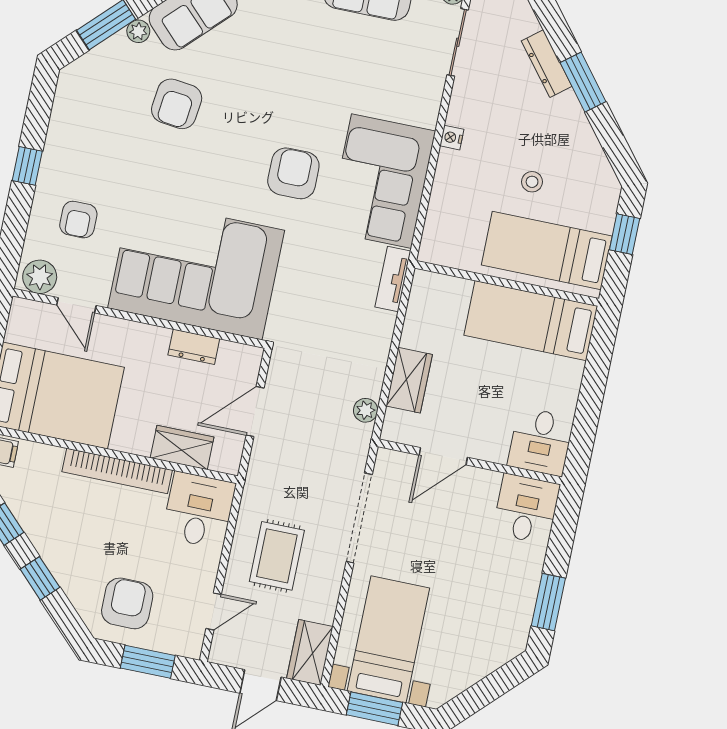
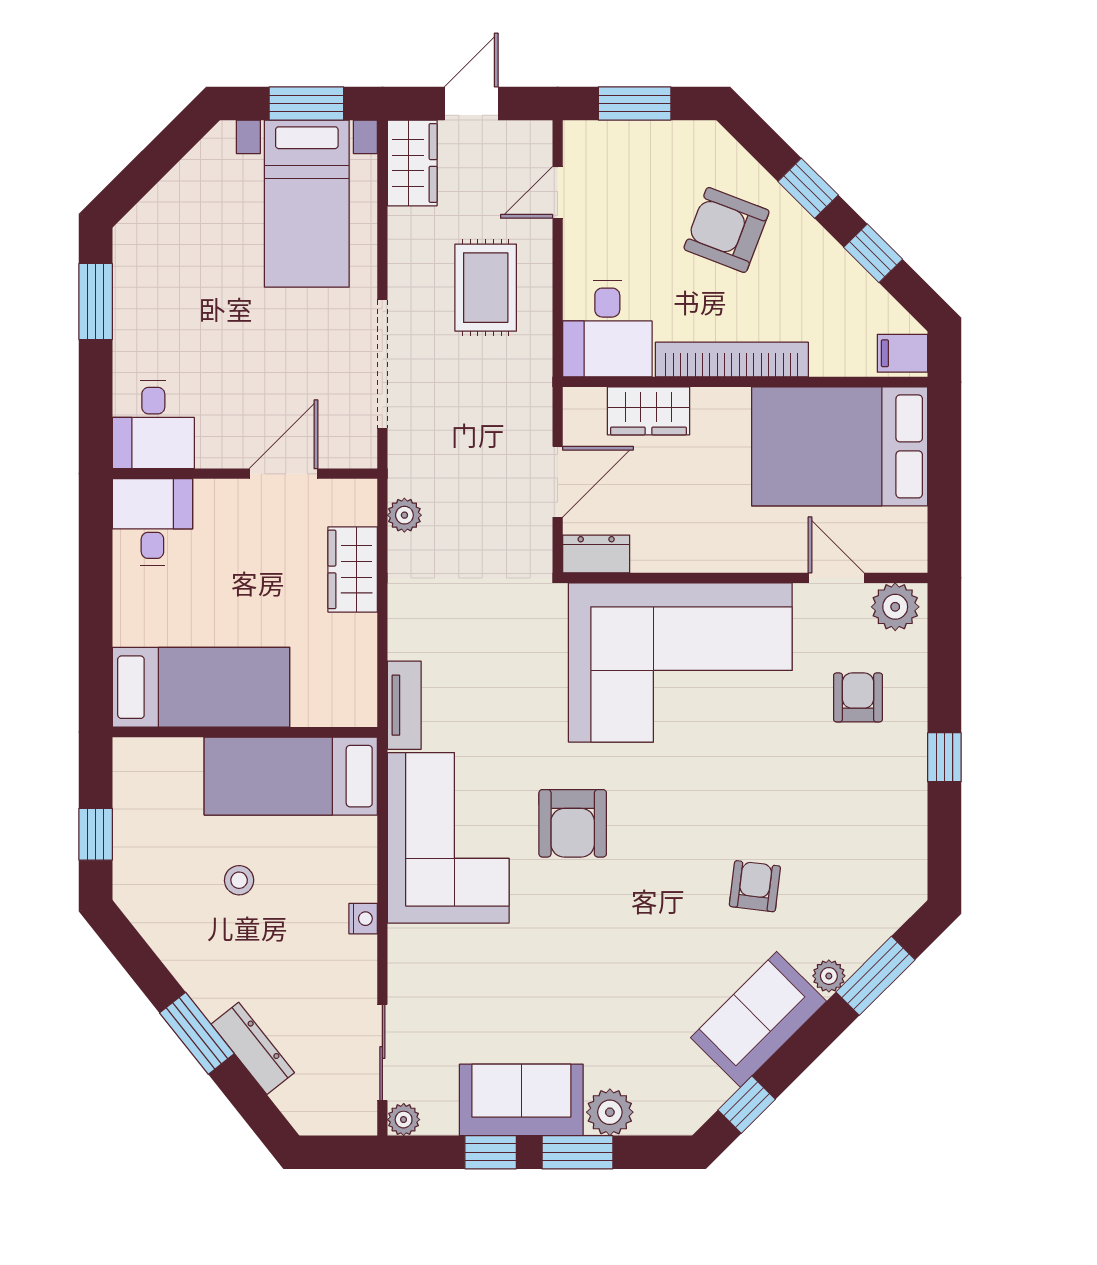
armchair: (177, 104) -> (755, 886), width x0.72, depth x0.72
bed: (547, 251) -> (291, 776), moved, turned 180
dresser: (194, 347) -> (596, 554), moved
armchair: (127, 603) -> (727, 230), moved, turned 111

